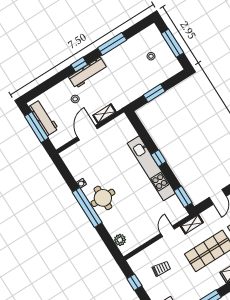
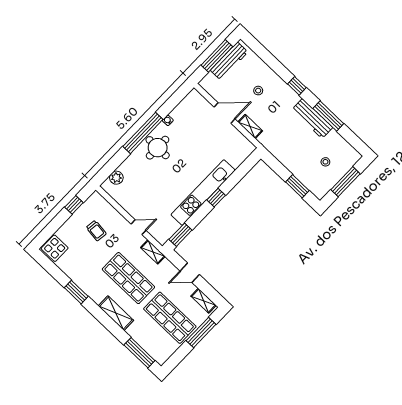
workbench: (88, 73) -> (312, 119), moved
window: (154, 93) -> (297, 186), moved

